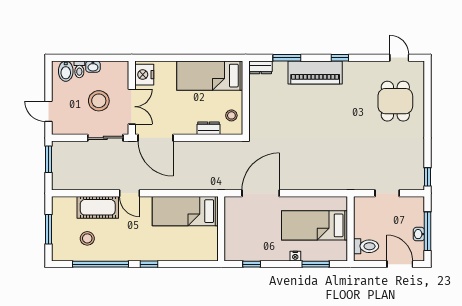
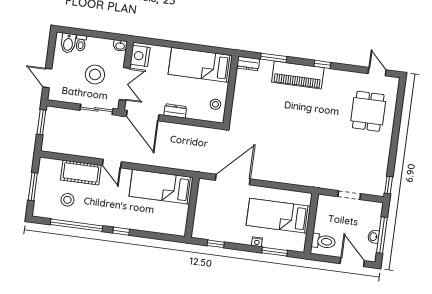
washbasin: (93, 67) -> (120, 46), moved
dresser: (208, 128) -> (175, 111), moved

